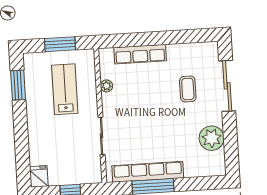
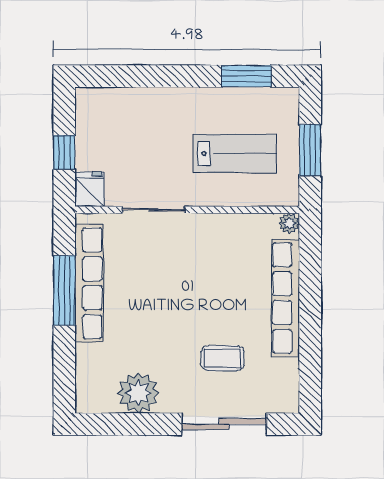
row of seats: (140, 54) -> (285, 298), width x1.36
plant: (107, 86) -> (289, 223), moved
fridge: (39, 176) -> (90, 189), moved, turned -90

